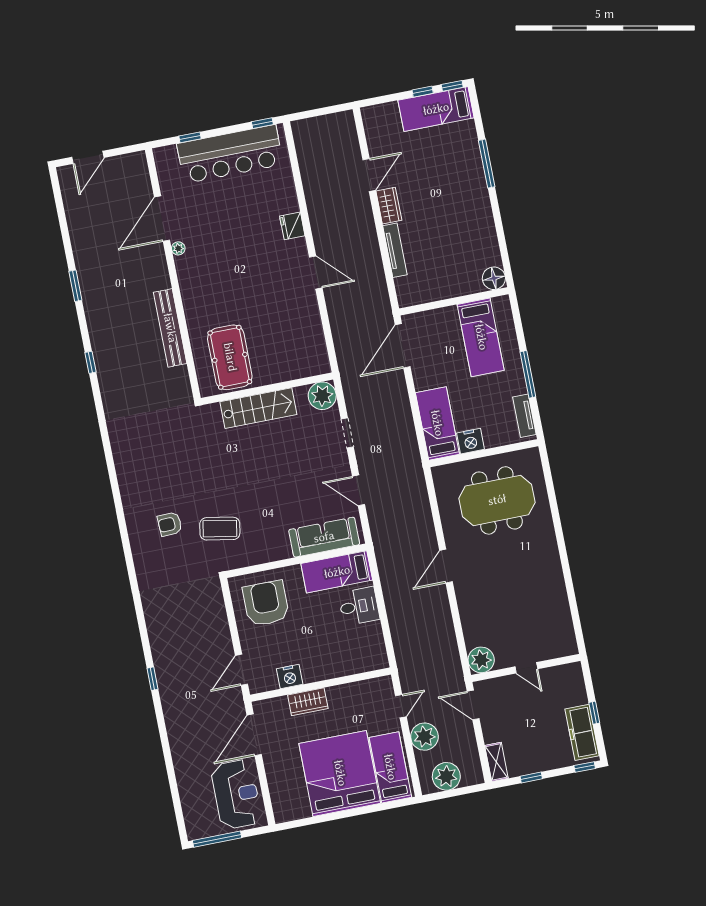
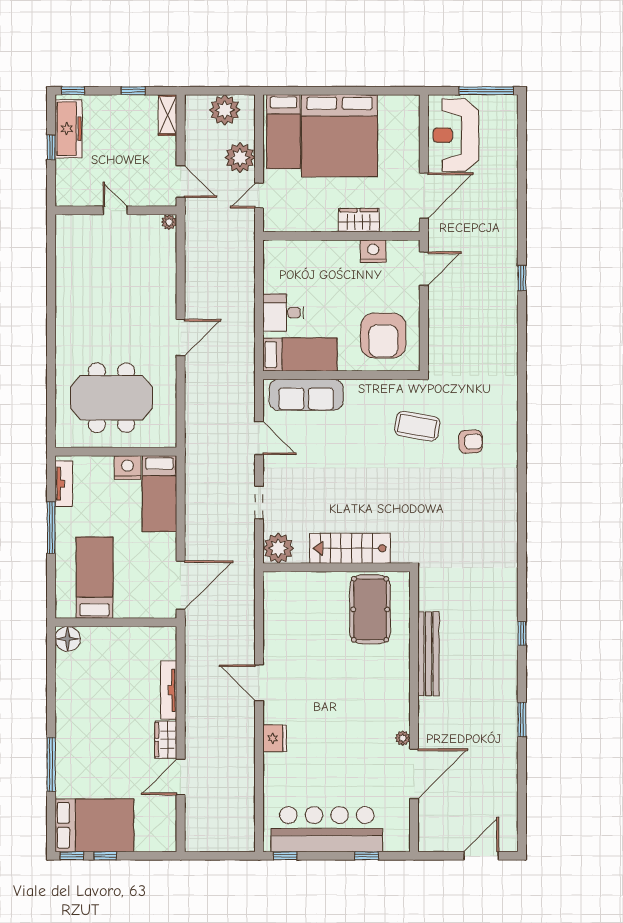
bed: (436, 109) -> (94, 825), width x1.50
plant: (481, 660) -> (169, 222), width x0.53, depth x0.53

